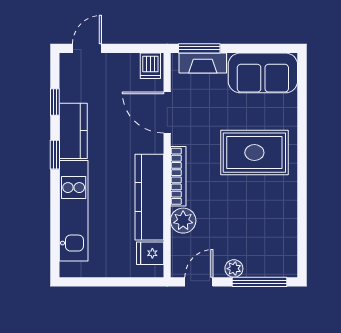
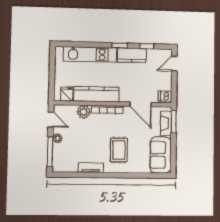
door: (87, 48) -> (174, 63), swing flipped
door: (167, 112) -> (141, 104), swing flipped
rug: (254, 153) -> (119, 150), width x0.73, depth x0.70
tv unit: (288, 205) -> (91, 168), added

